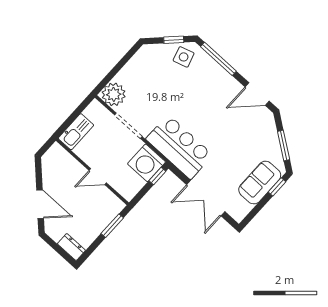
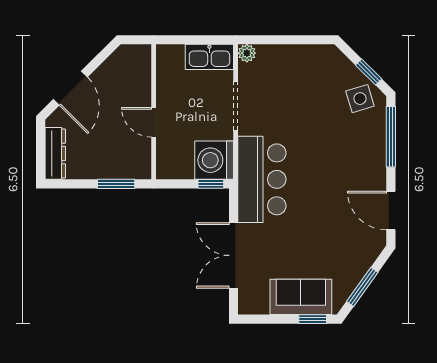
plant: (114, 94) -> (247, 53), width x0.53, depth x0.53
kitchen sink: (76, 132) -> (209, 57), moved
dresser: (71, 247) -> (55, 153), width x1.44

